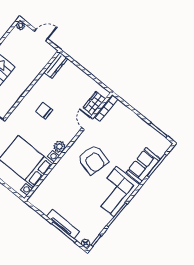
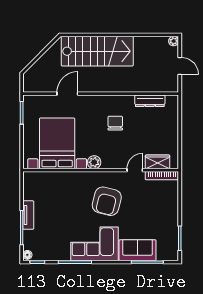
dresser: (56, 65) -> (150, 101), moved
tv unit: (63, 224) -> (28, 215), width x0.71

